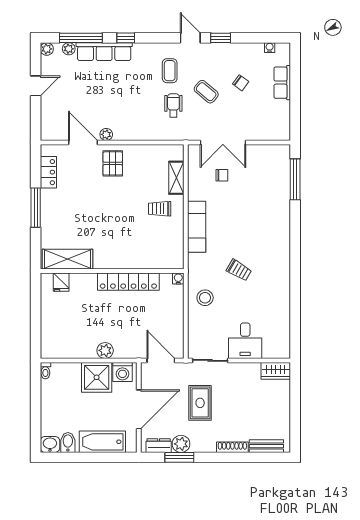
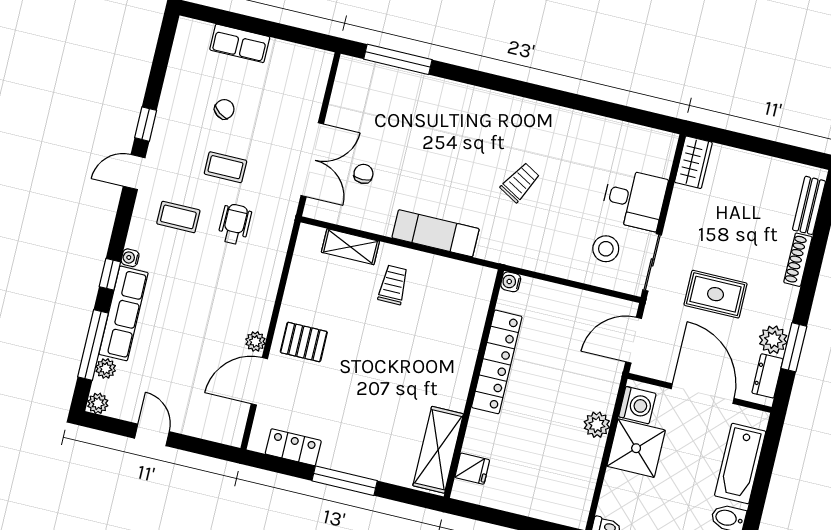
water cooler: (270, 48) -> (130, 258), moved
coffee table: (206, 92) -> (225, 167), turned 50
wheelchair: (173, 105) -> (235, 224), turned 90
trolley: (160, 209) -> (393, 285), turned 180
stool: (205, 298) -> (606, 249), moved

